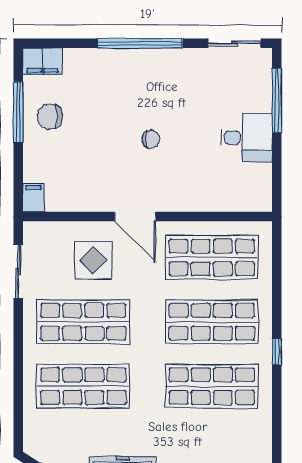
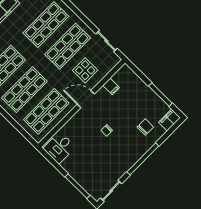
chair: (50, 117) -> (145, 127), moved
desk: (246, 138) -> (59, 148), moved
filing cabinet: (34, 198) -> (111, 86), moved

